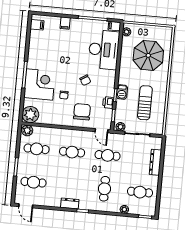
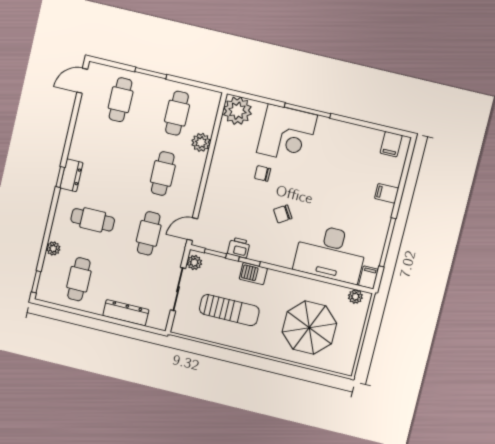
chair: (82, 112) -> (229, 201), removed
plant: (27, 130) -> (201, 142), moved
dresser: (70, 204) -> (71, 175), moved

